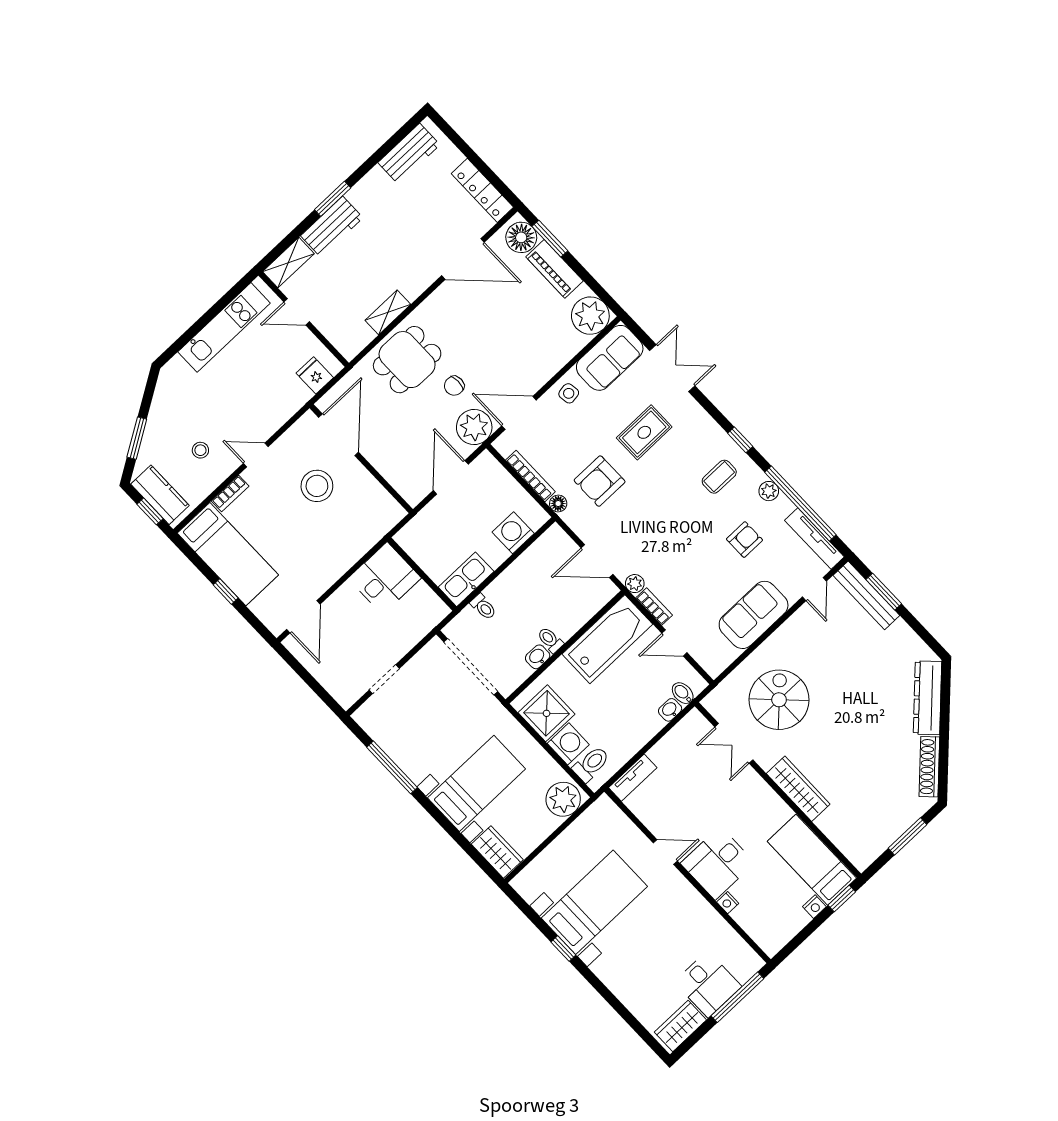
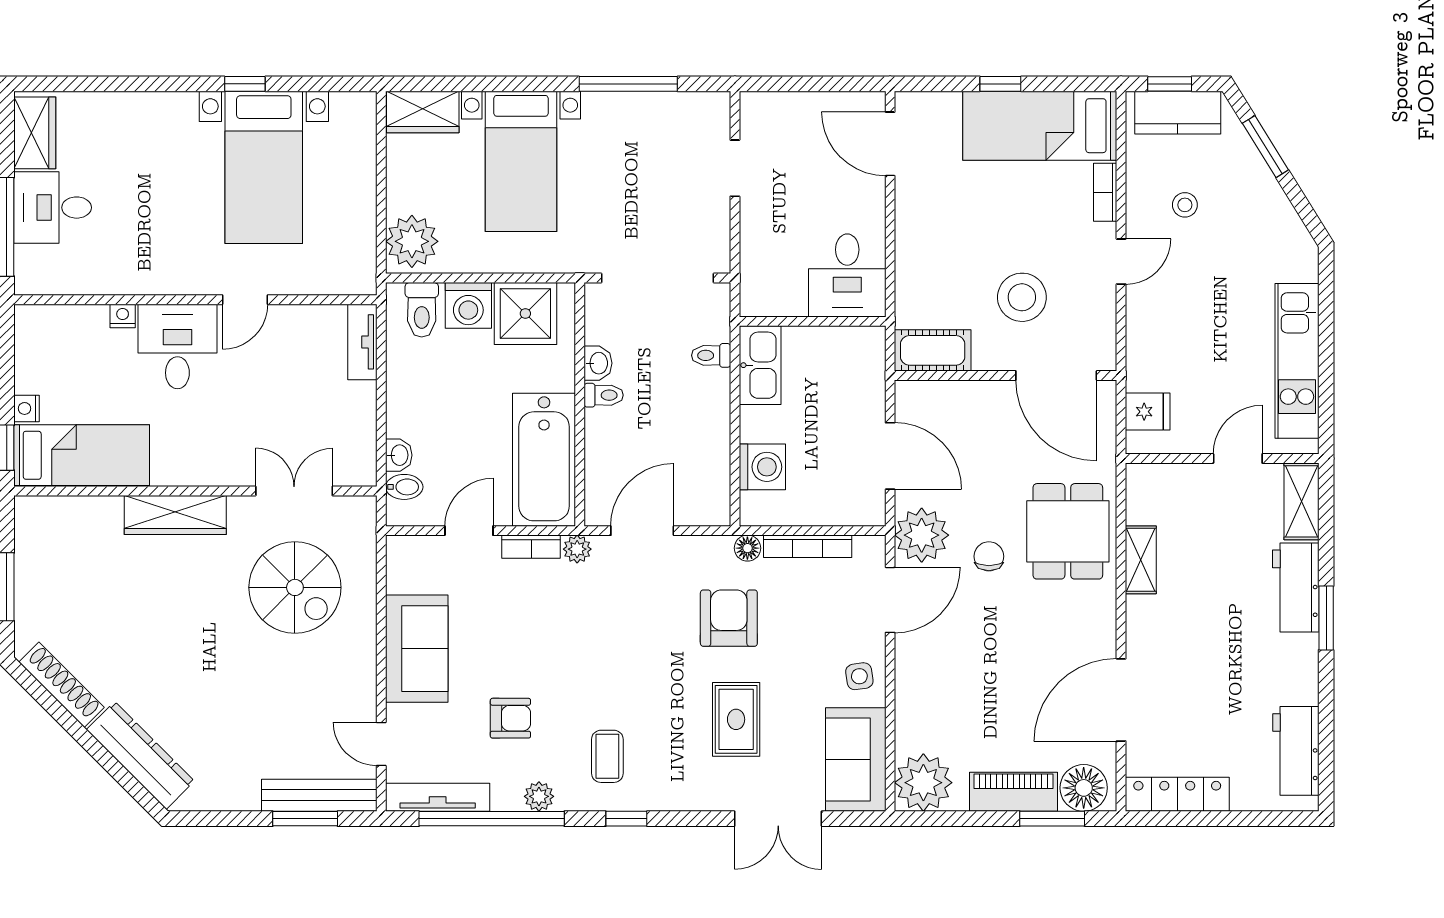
cot: (382, 504) -> (933, 350), added
armchair: (745, 540) -> (510, 718), turned -90

